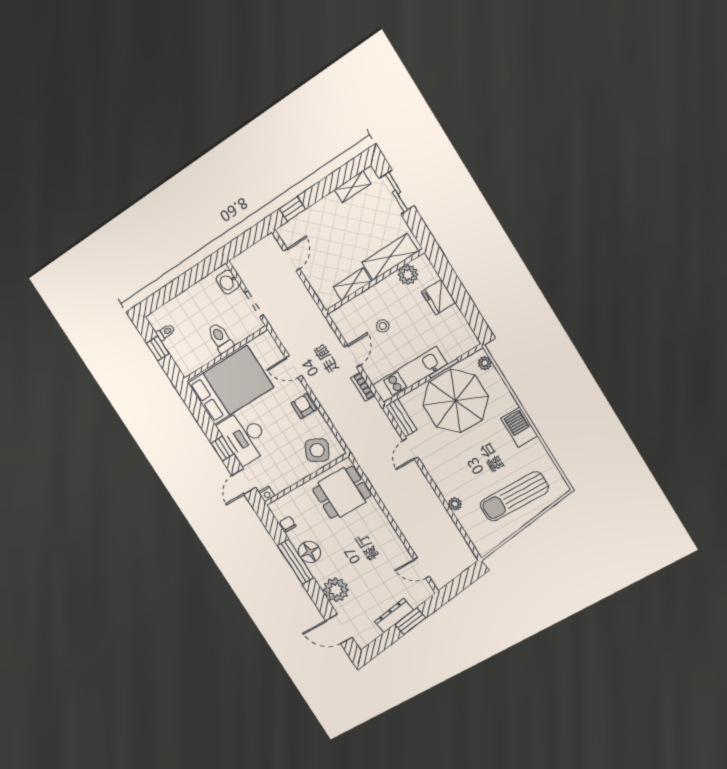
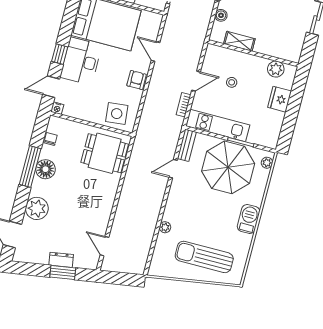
shelving: (390, 257) -> (276, 49), removed
boiler: (314, 279) -> (221, 15), added
side table: (317, 450) -> (117, 114), turned -34
dresser: (394, 616) -> (61, 260), width x0.70

